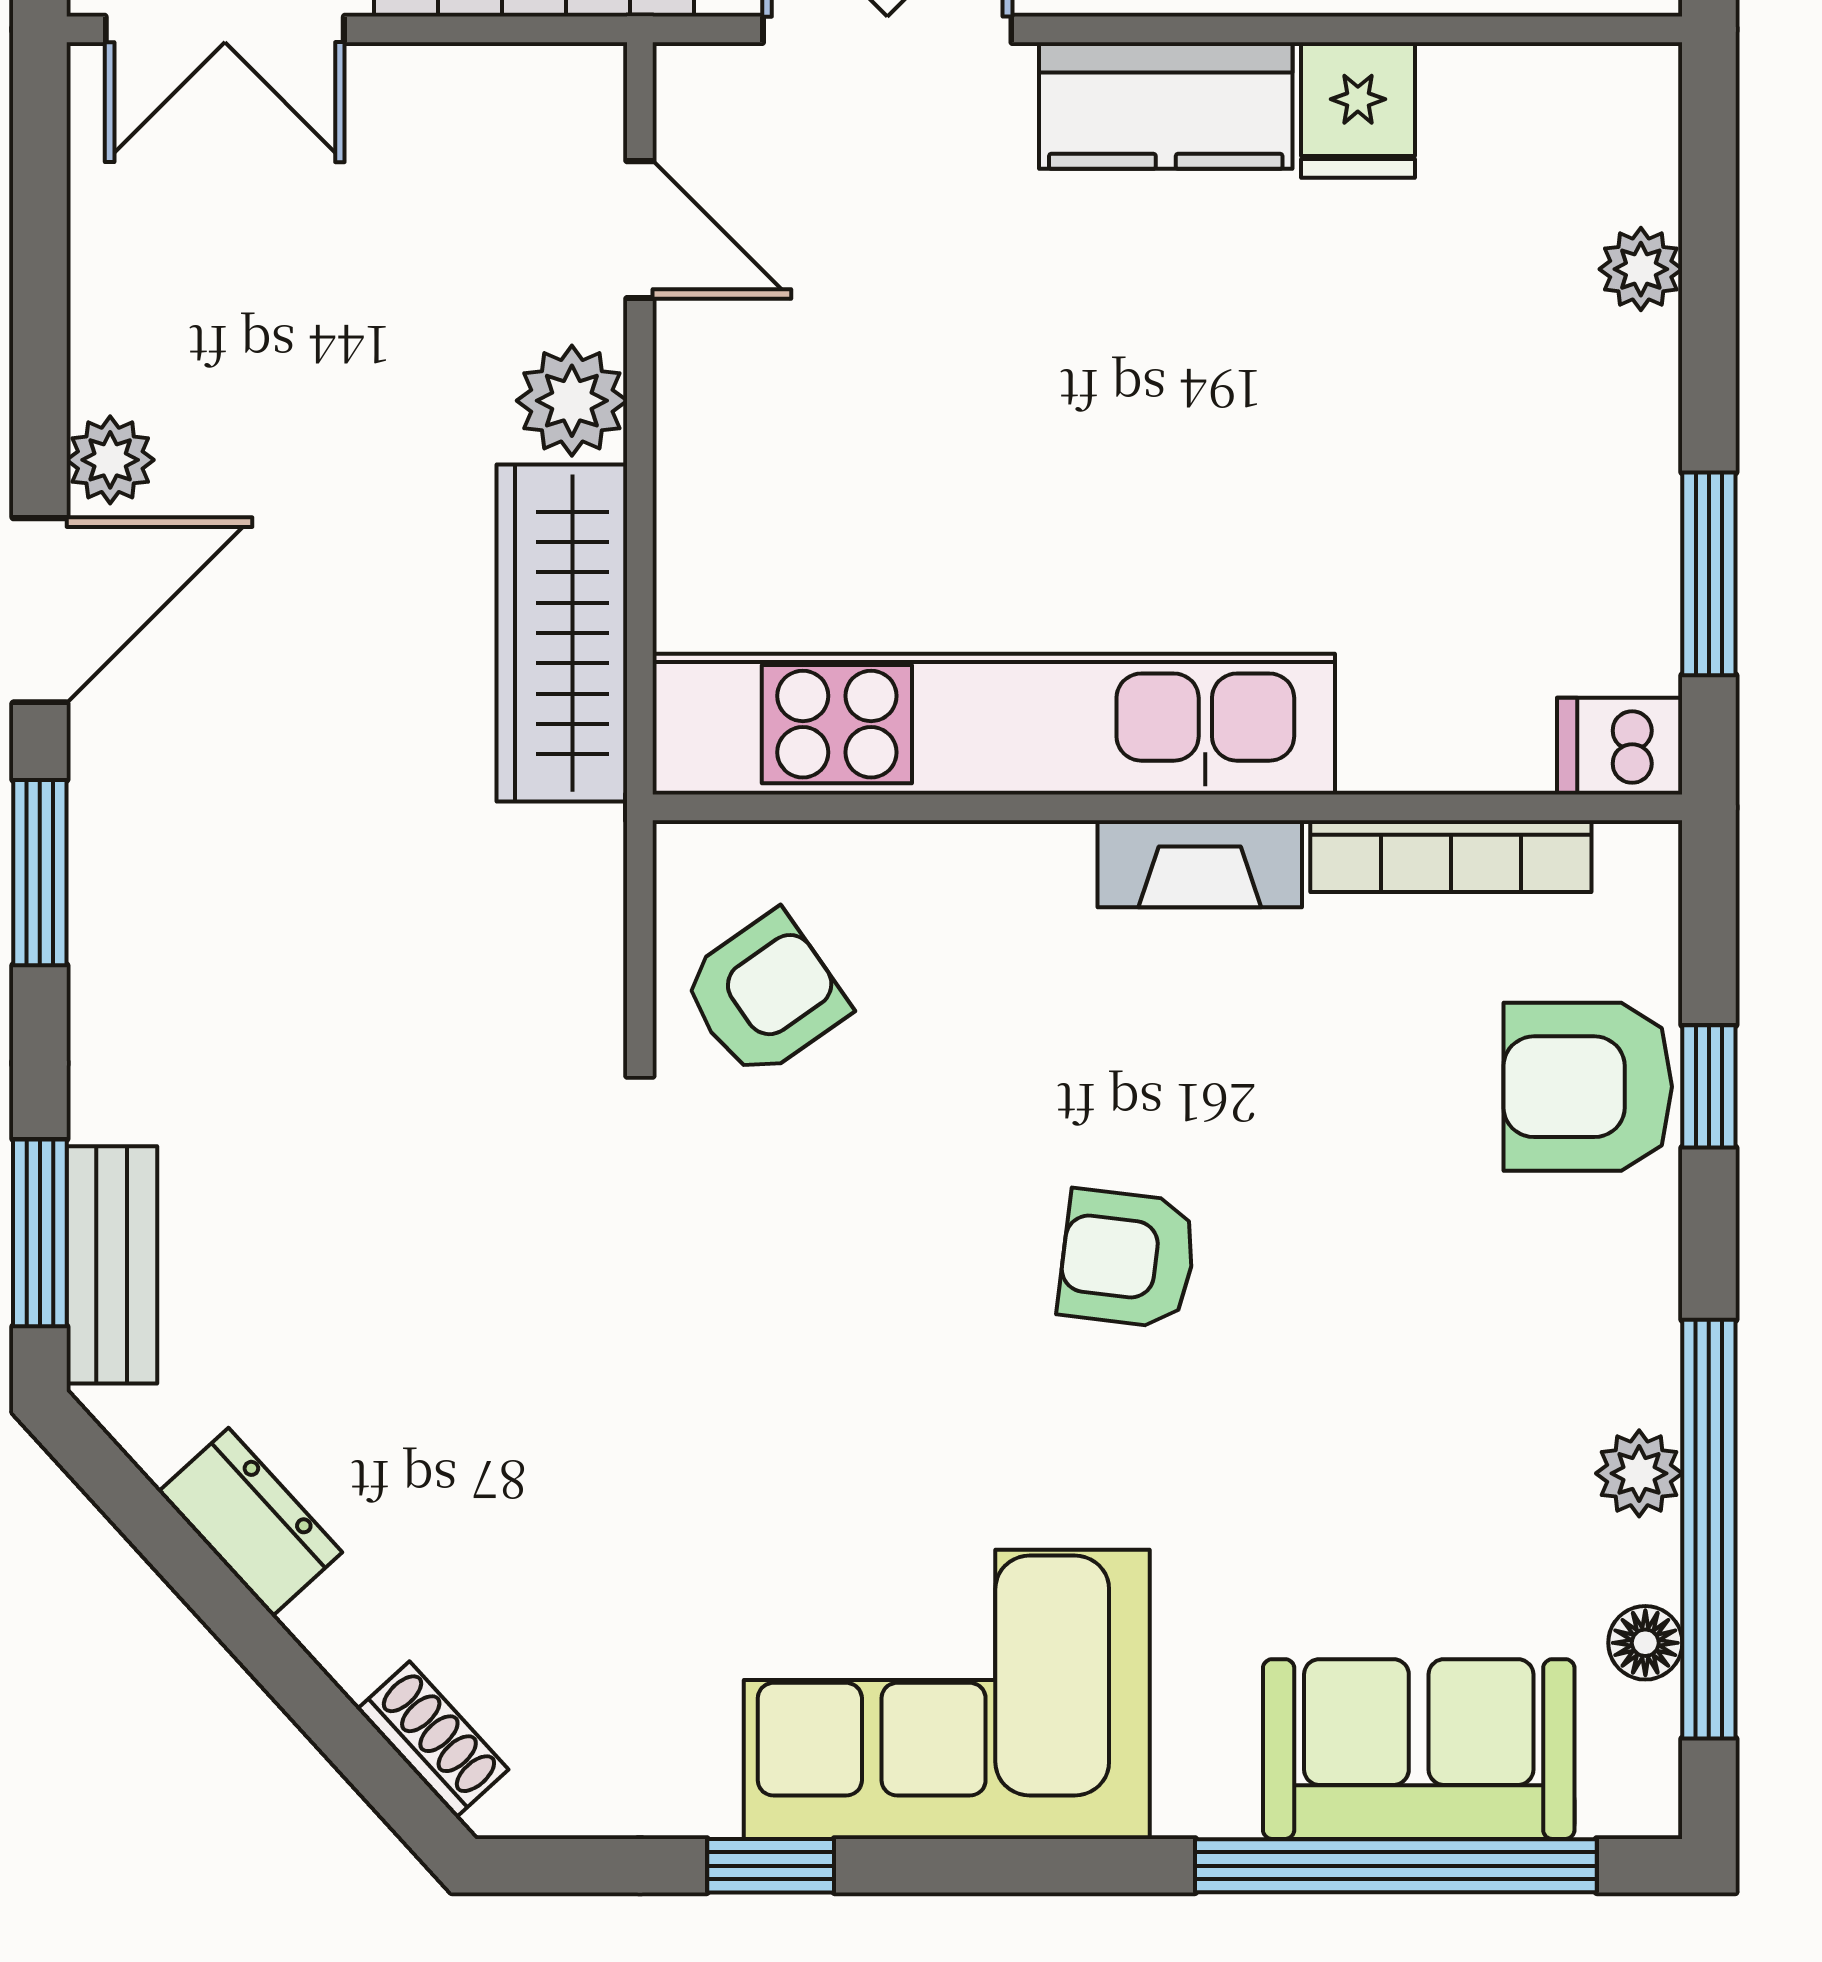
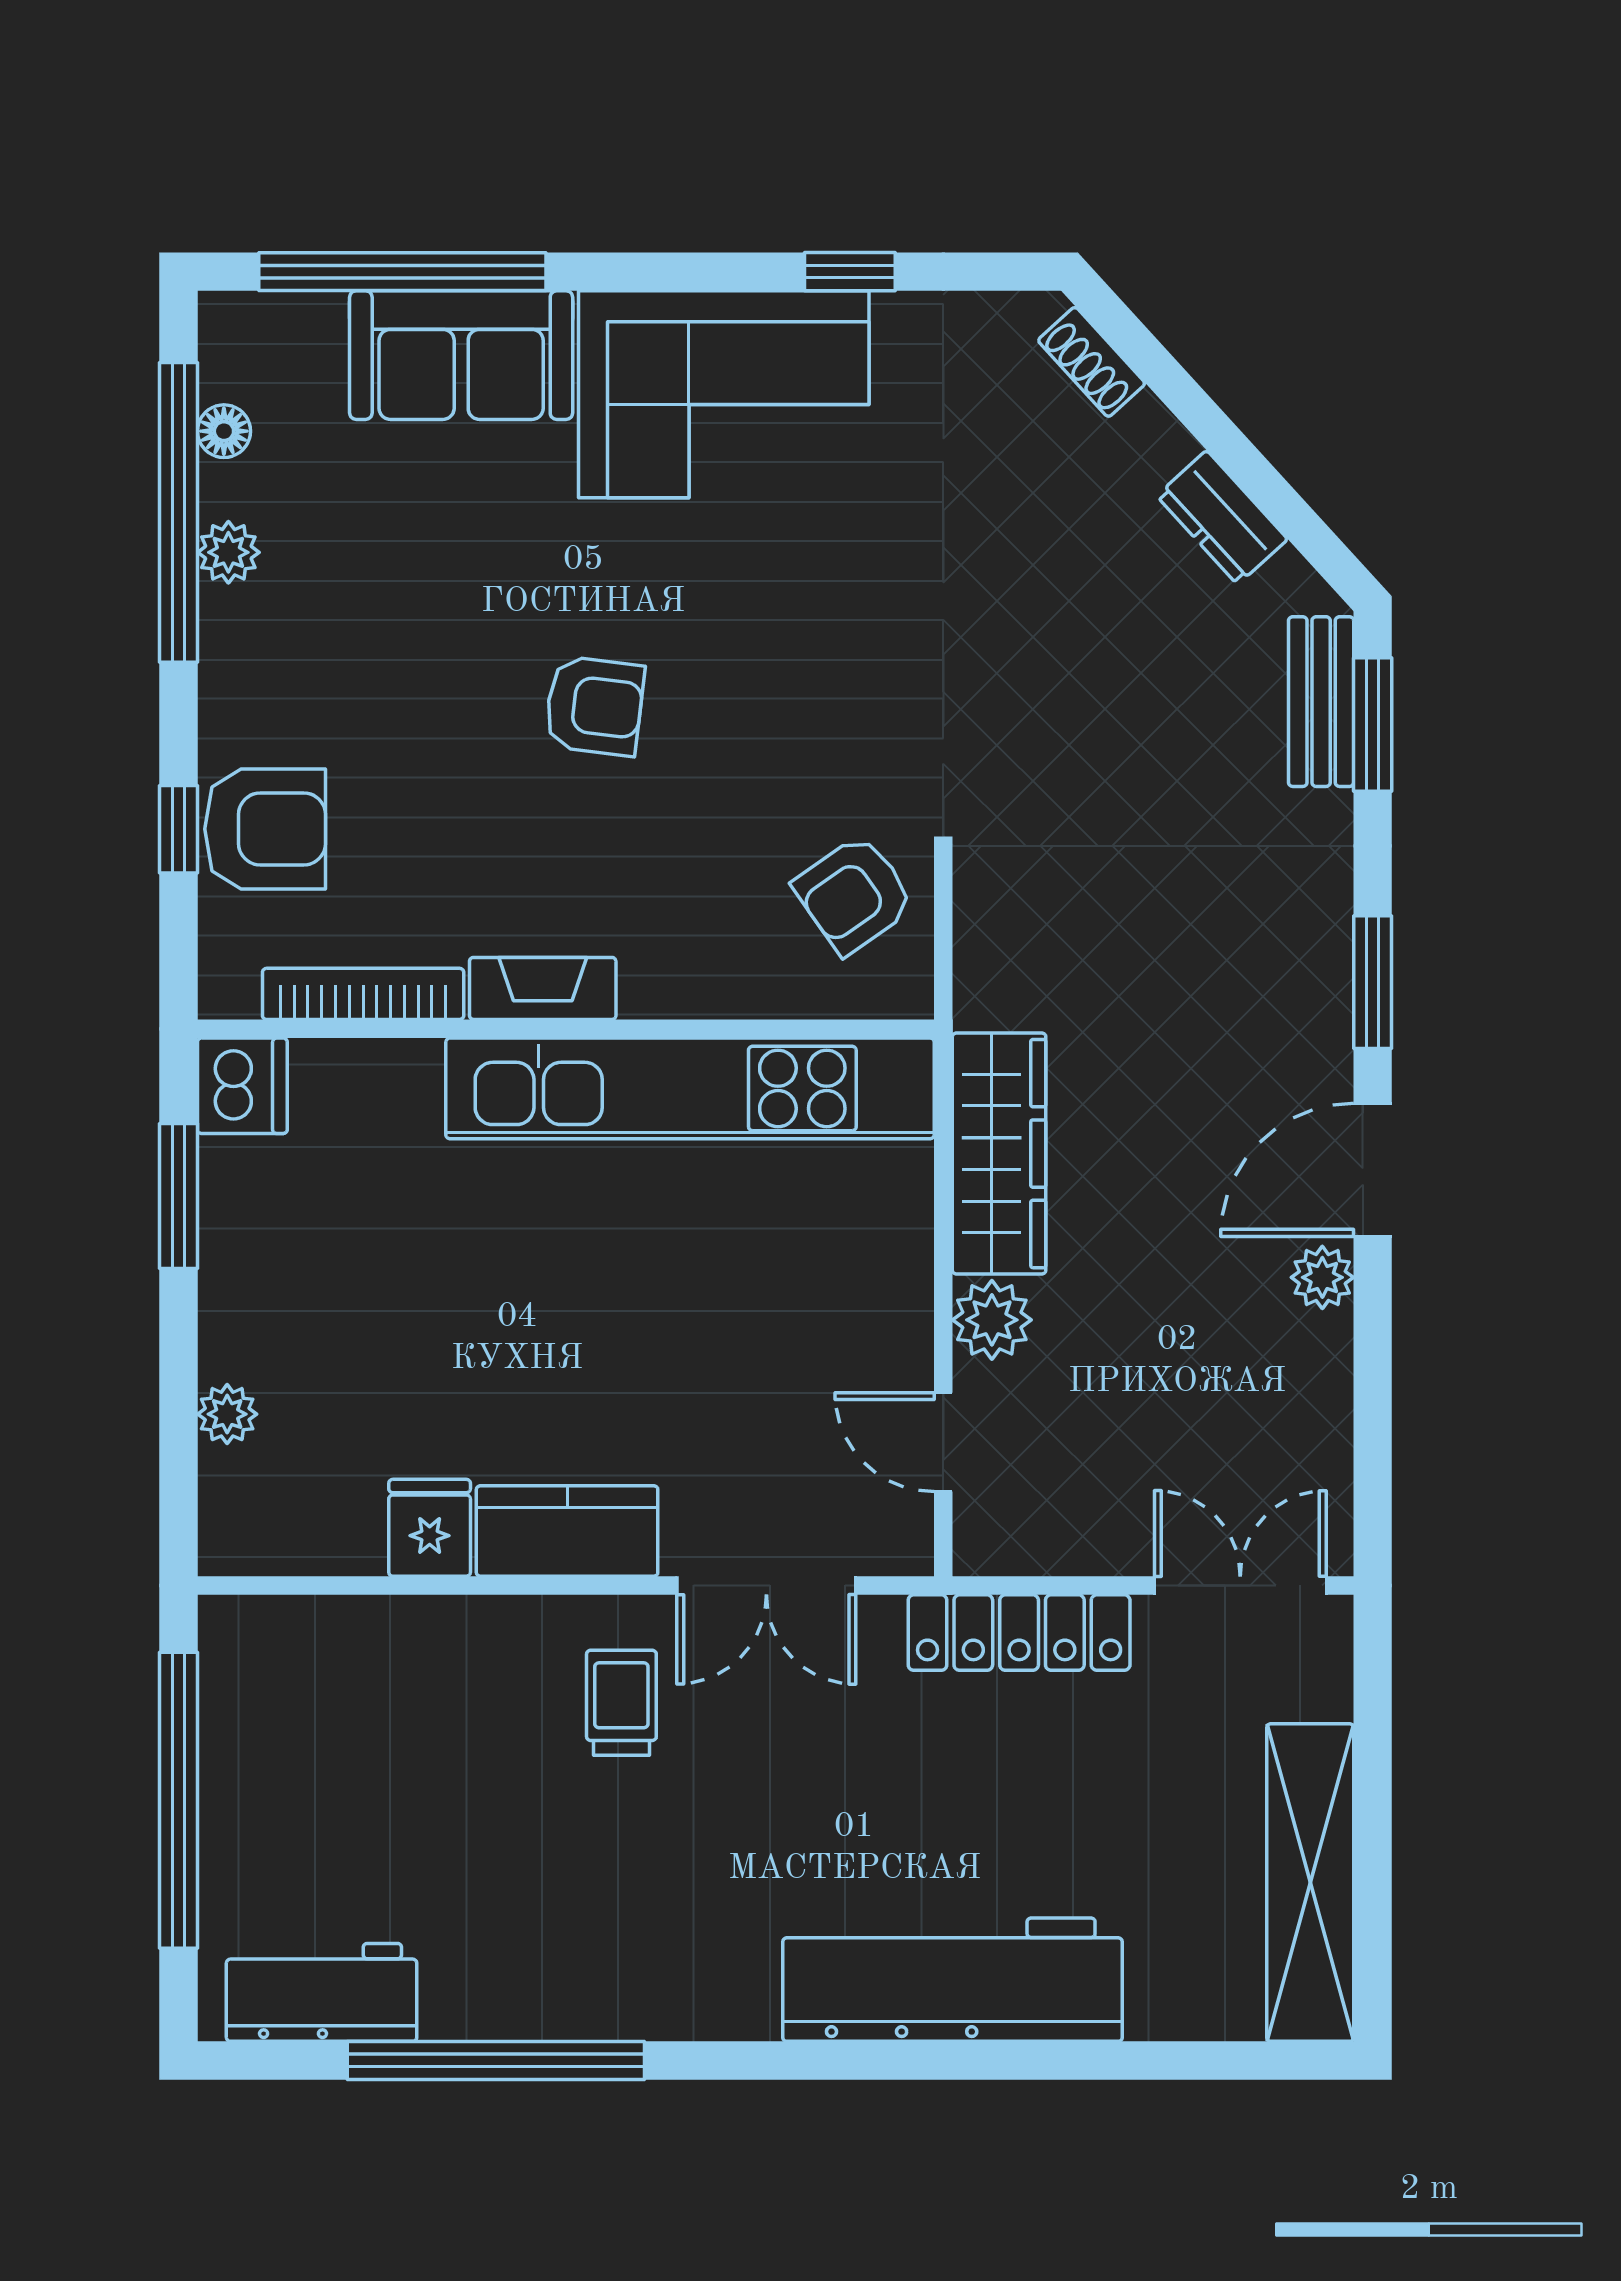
dishwasher: (1620, 746) -> (242, 1086), width x1.38
sofa: (1419, 1749) -> (461, 355), moved

